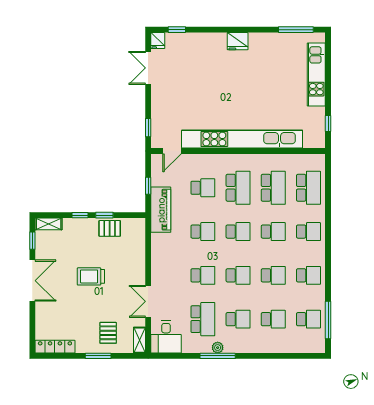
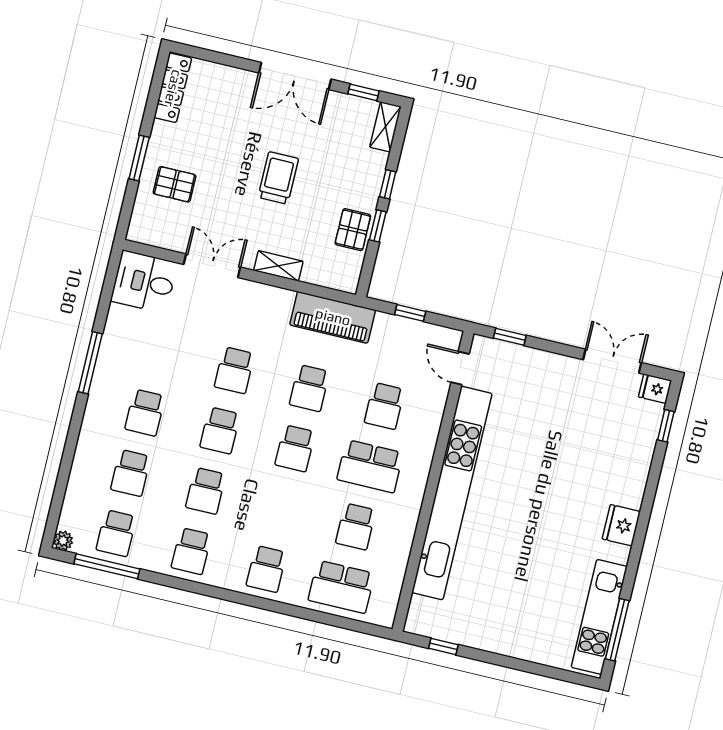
kitchen unit: (316, 75) -> (599, 617), moved, turned -90
school desk: (273, 188) -> (356, 527), width x0.54
piano: (161, 210) -> (333, 317), moved
school desk: (273, 232) -> (281, 509), removed
school desk: (203, 319) -> (159, 352), removed
shelving: (139, 340) -> (278, 266), moved
plant: (218, 348) -> (63, 541), moved

